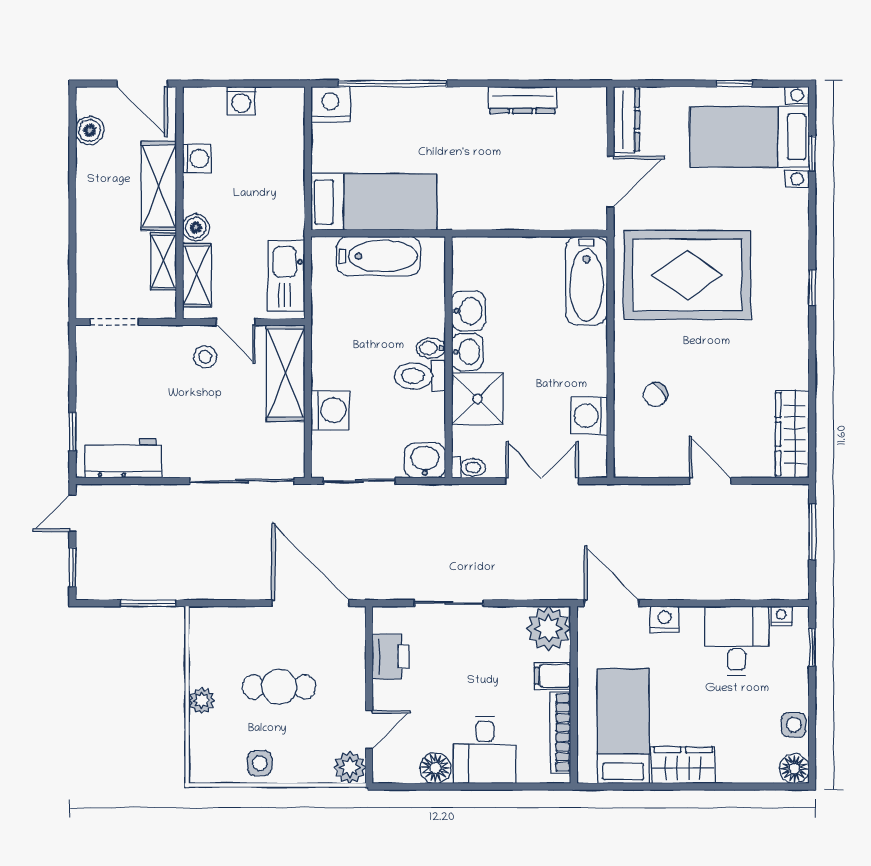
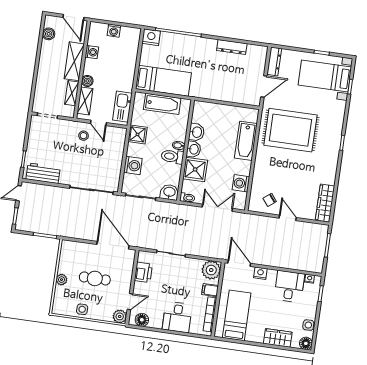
bathtub: (587, 281) -> (246, 141), moved
shower: (331, 336) -> (138, 134), added
shelving: (286, 373) -> (116, 147), removed
chair: (656, 395) -> (270, 200), moved
wardrobe: (683, 765) -> (278, 338), moved
floor lamp: (435, 768) -> (142, 320), moved

